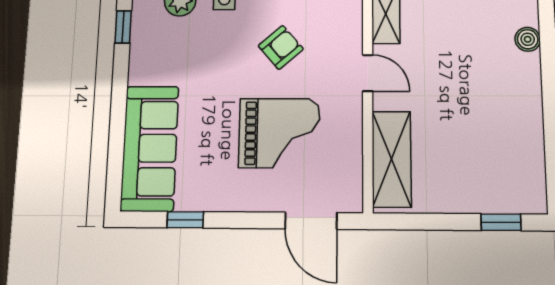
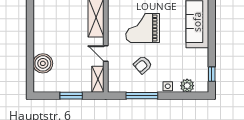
boiler: (528, 39) -> (43, 63), width x1.86, depth x1.86

